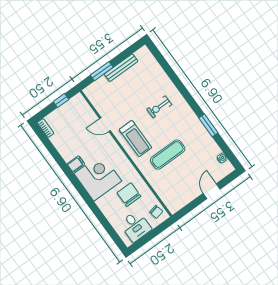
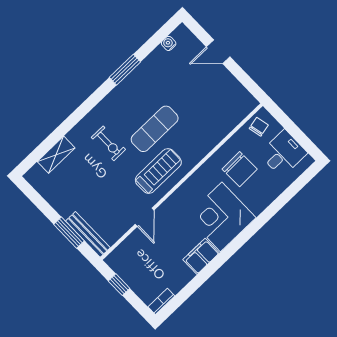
bench: (121, 68) -> (88, 234), moved
shelving: (157, 70) -> (56, 155), added
exercise mat: (168, 155) -> (155, 129), moved, turned 90
filing cabinet: (76, 164) -> (201, 256), width x2.00
chair: (129, 195) -> (240, 169), turned -91

